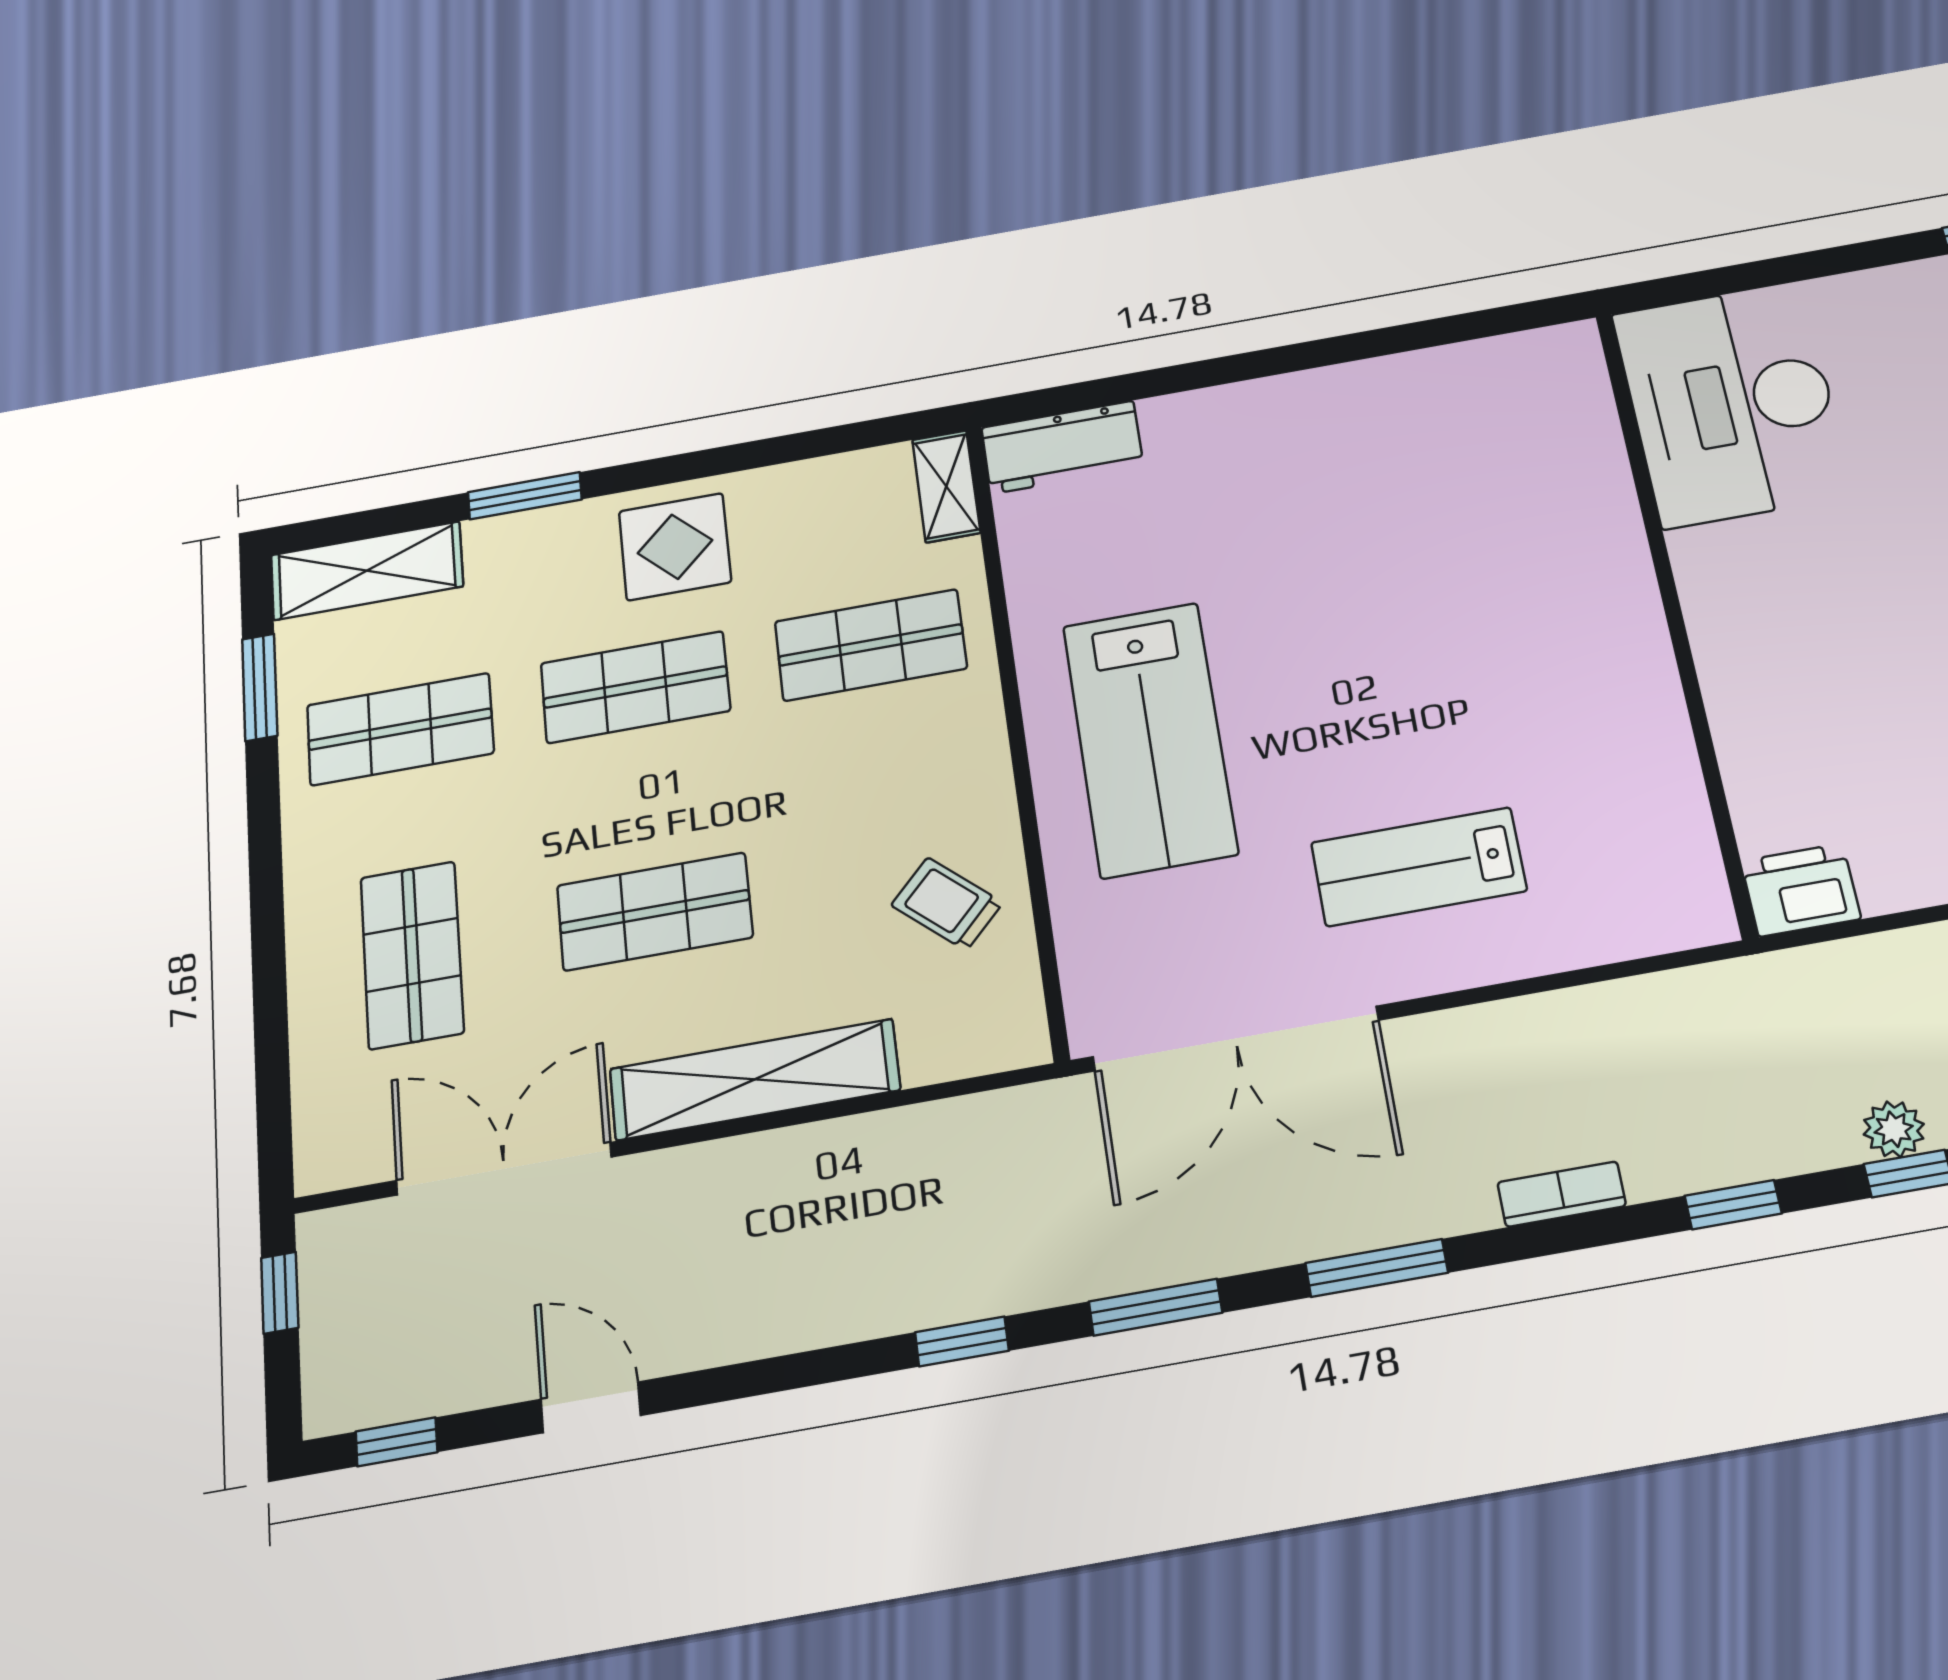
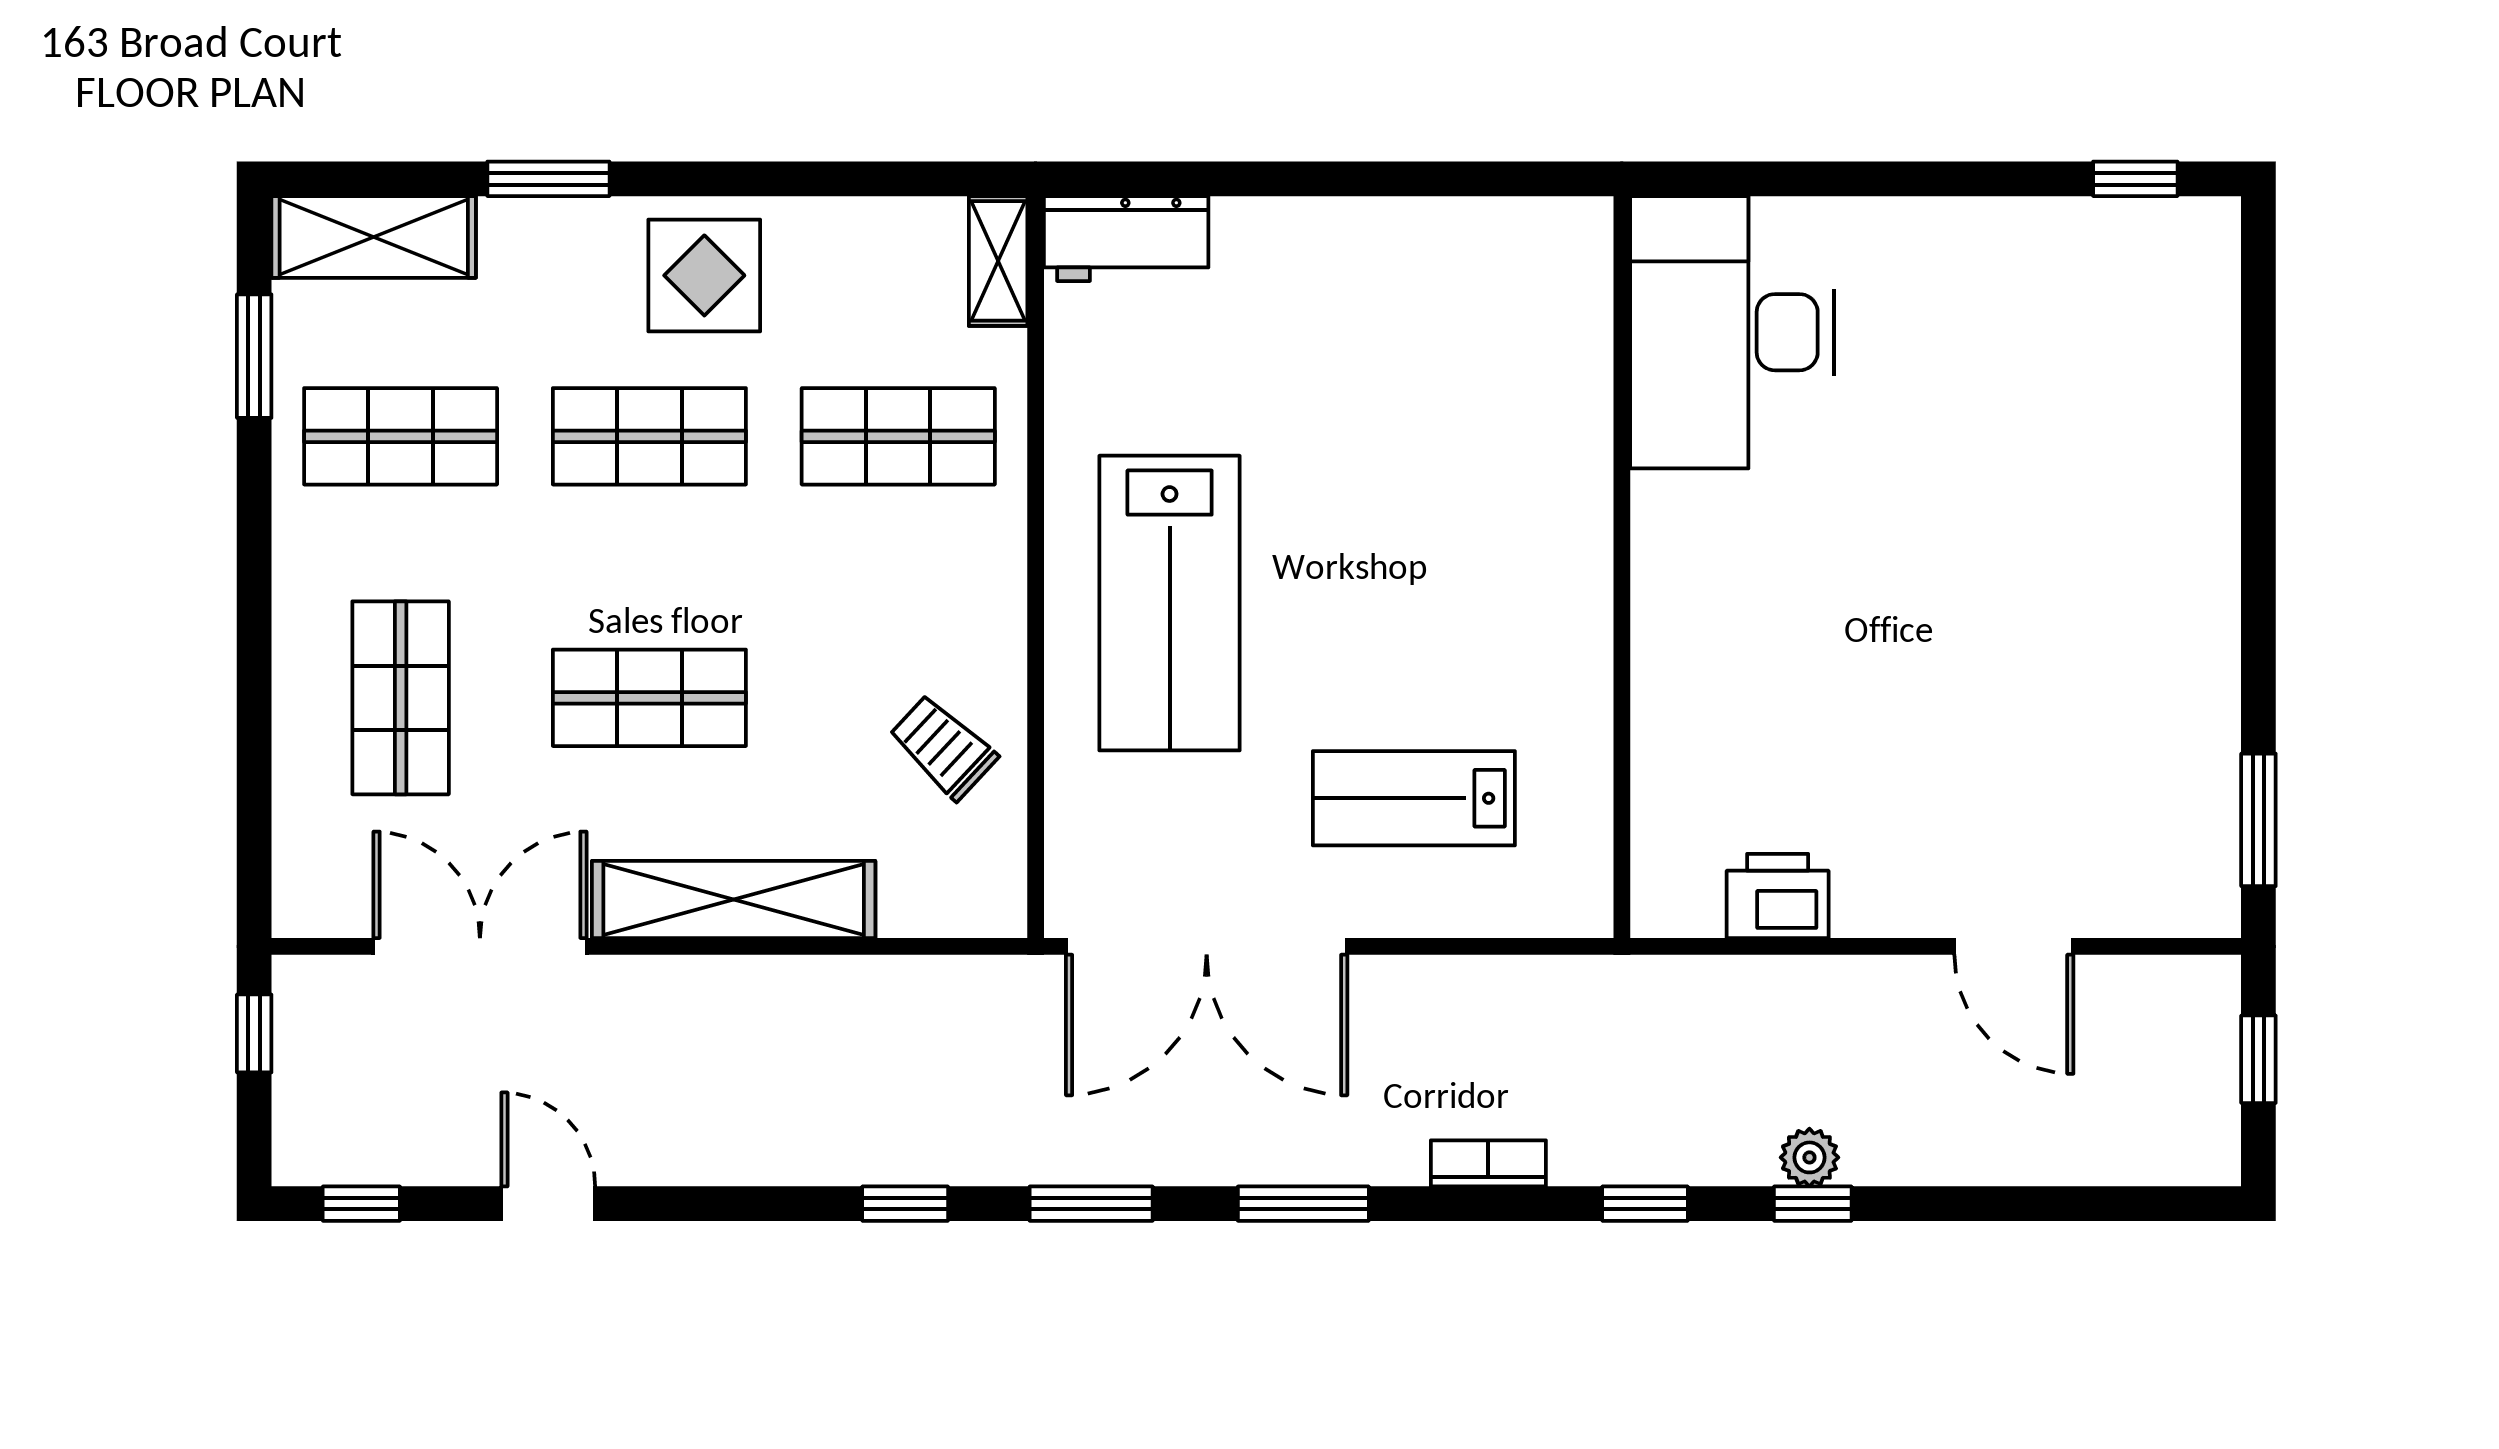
desk: (1732, 404) -> (1732, 332), moved
wall: (1674, 614) -> (1622, 567), moved

